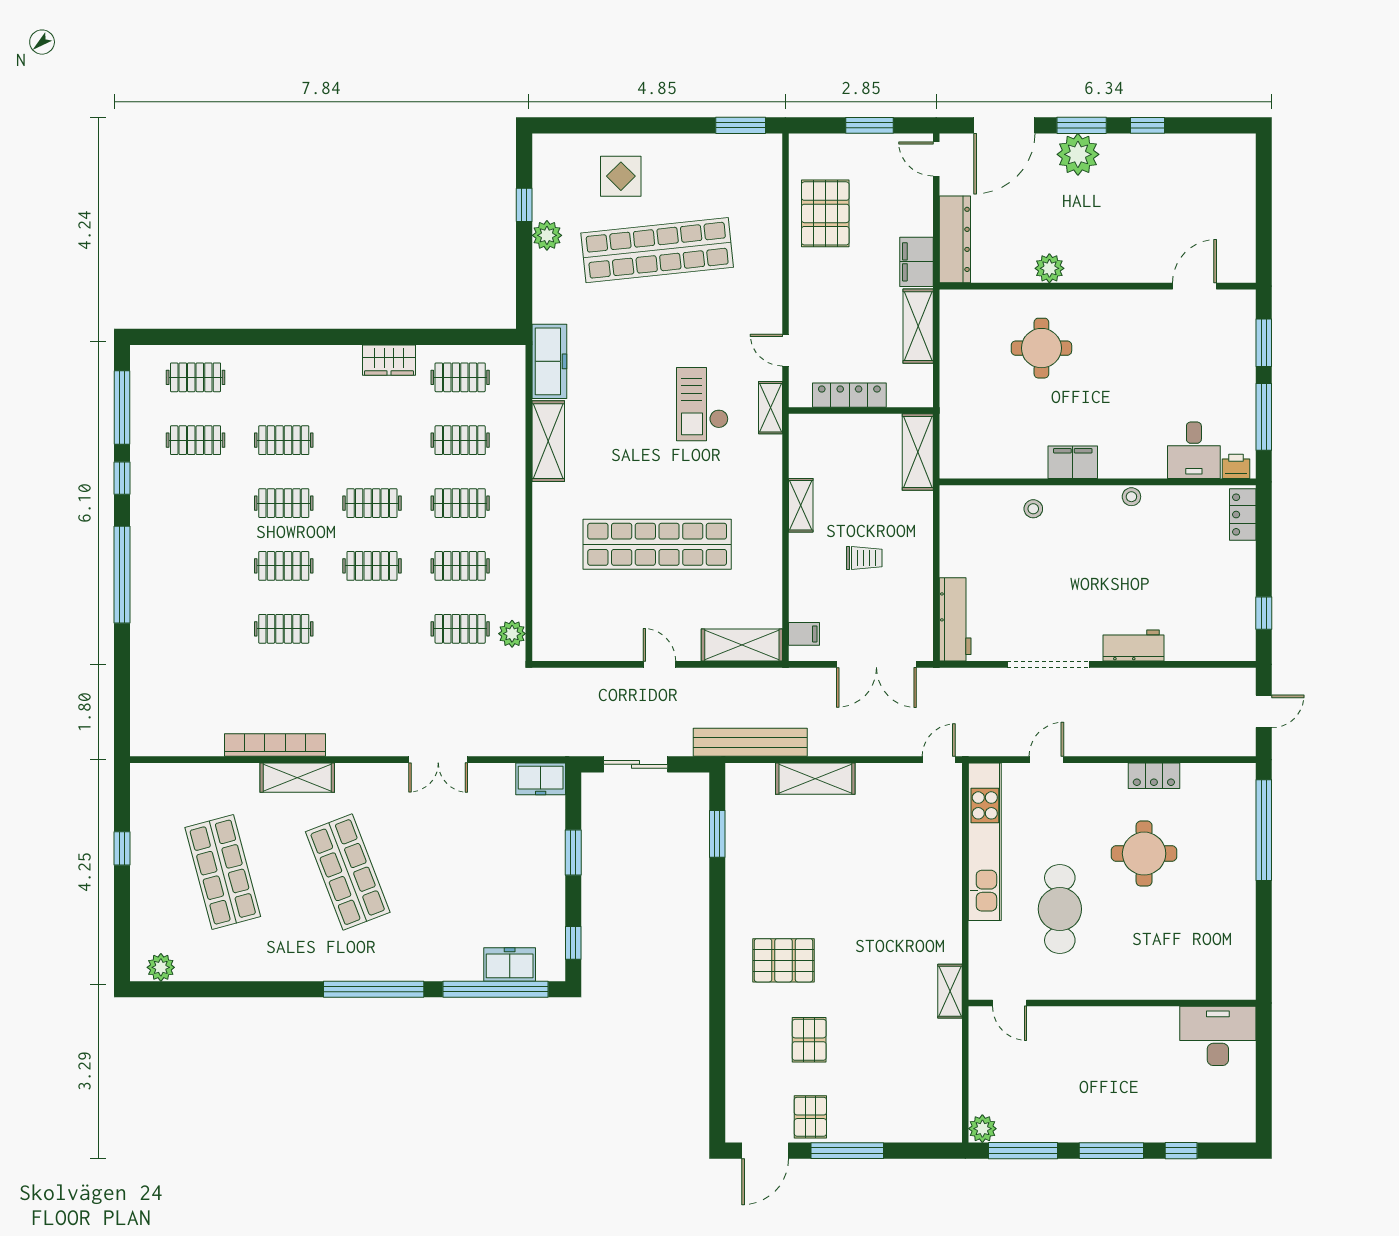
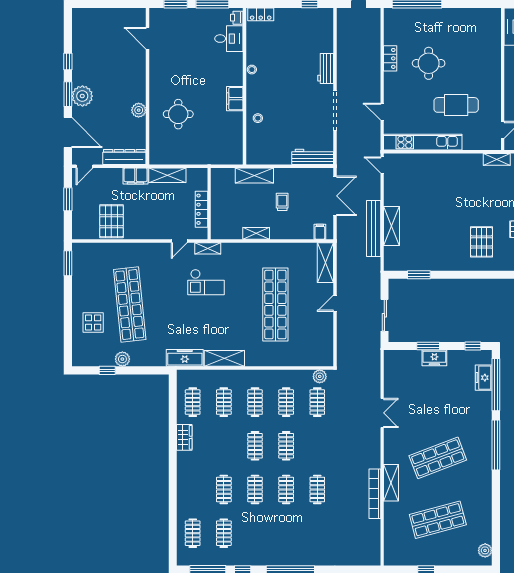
pallet: (825, 213) -> (111, 221), turned 90
shelving: (918, 452) -> (254, 175), moved
bench: (750, 742) -> (374, 229), moved
freezer: (541, 779) -> (434, 358), moved, turned 90

